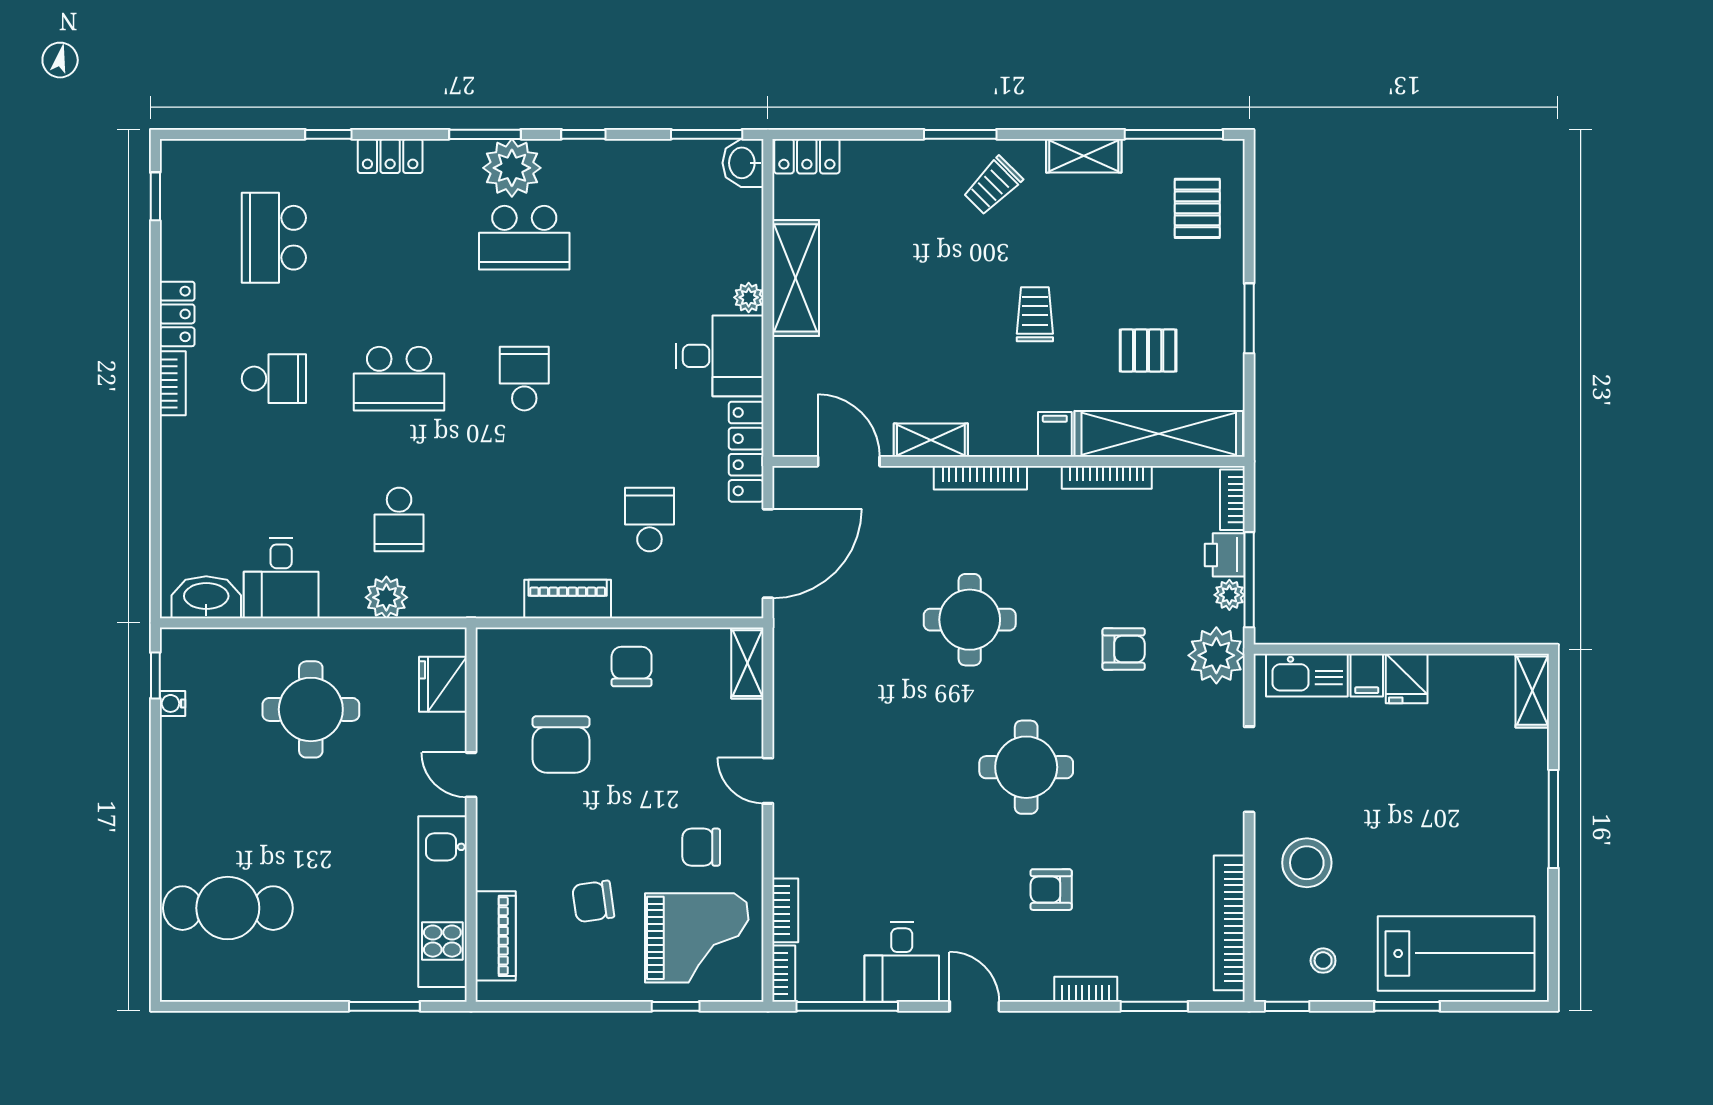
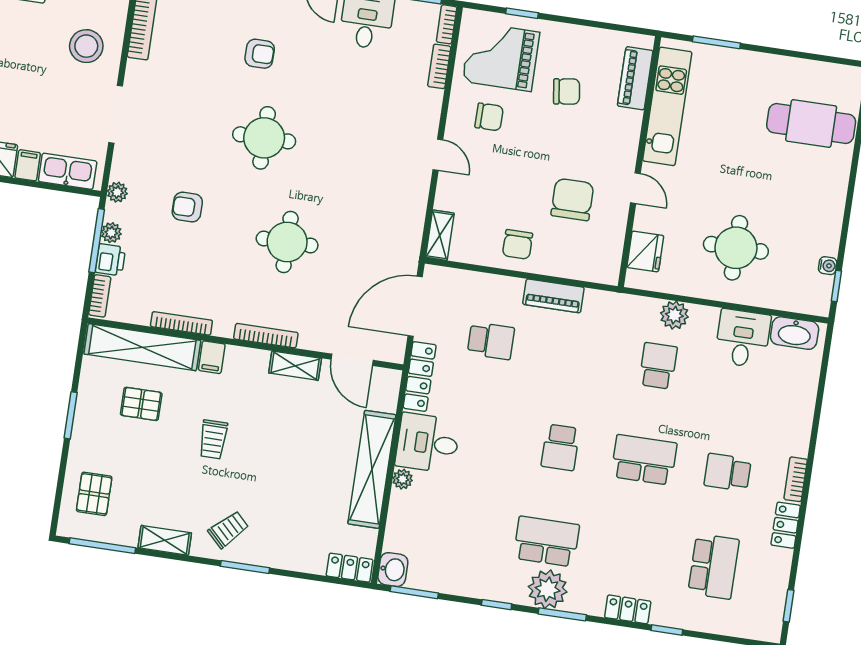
shelving: (796, 278) -> (372, 469), width x1.47
school desk: (649, 520) -> (491, 341), turned -90
plant: (1216, 655) -> (117, 192), width x0.53, depth x0.53

